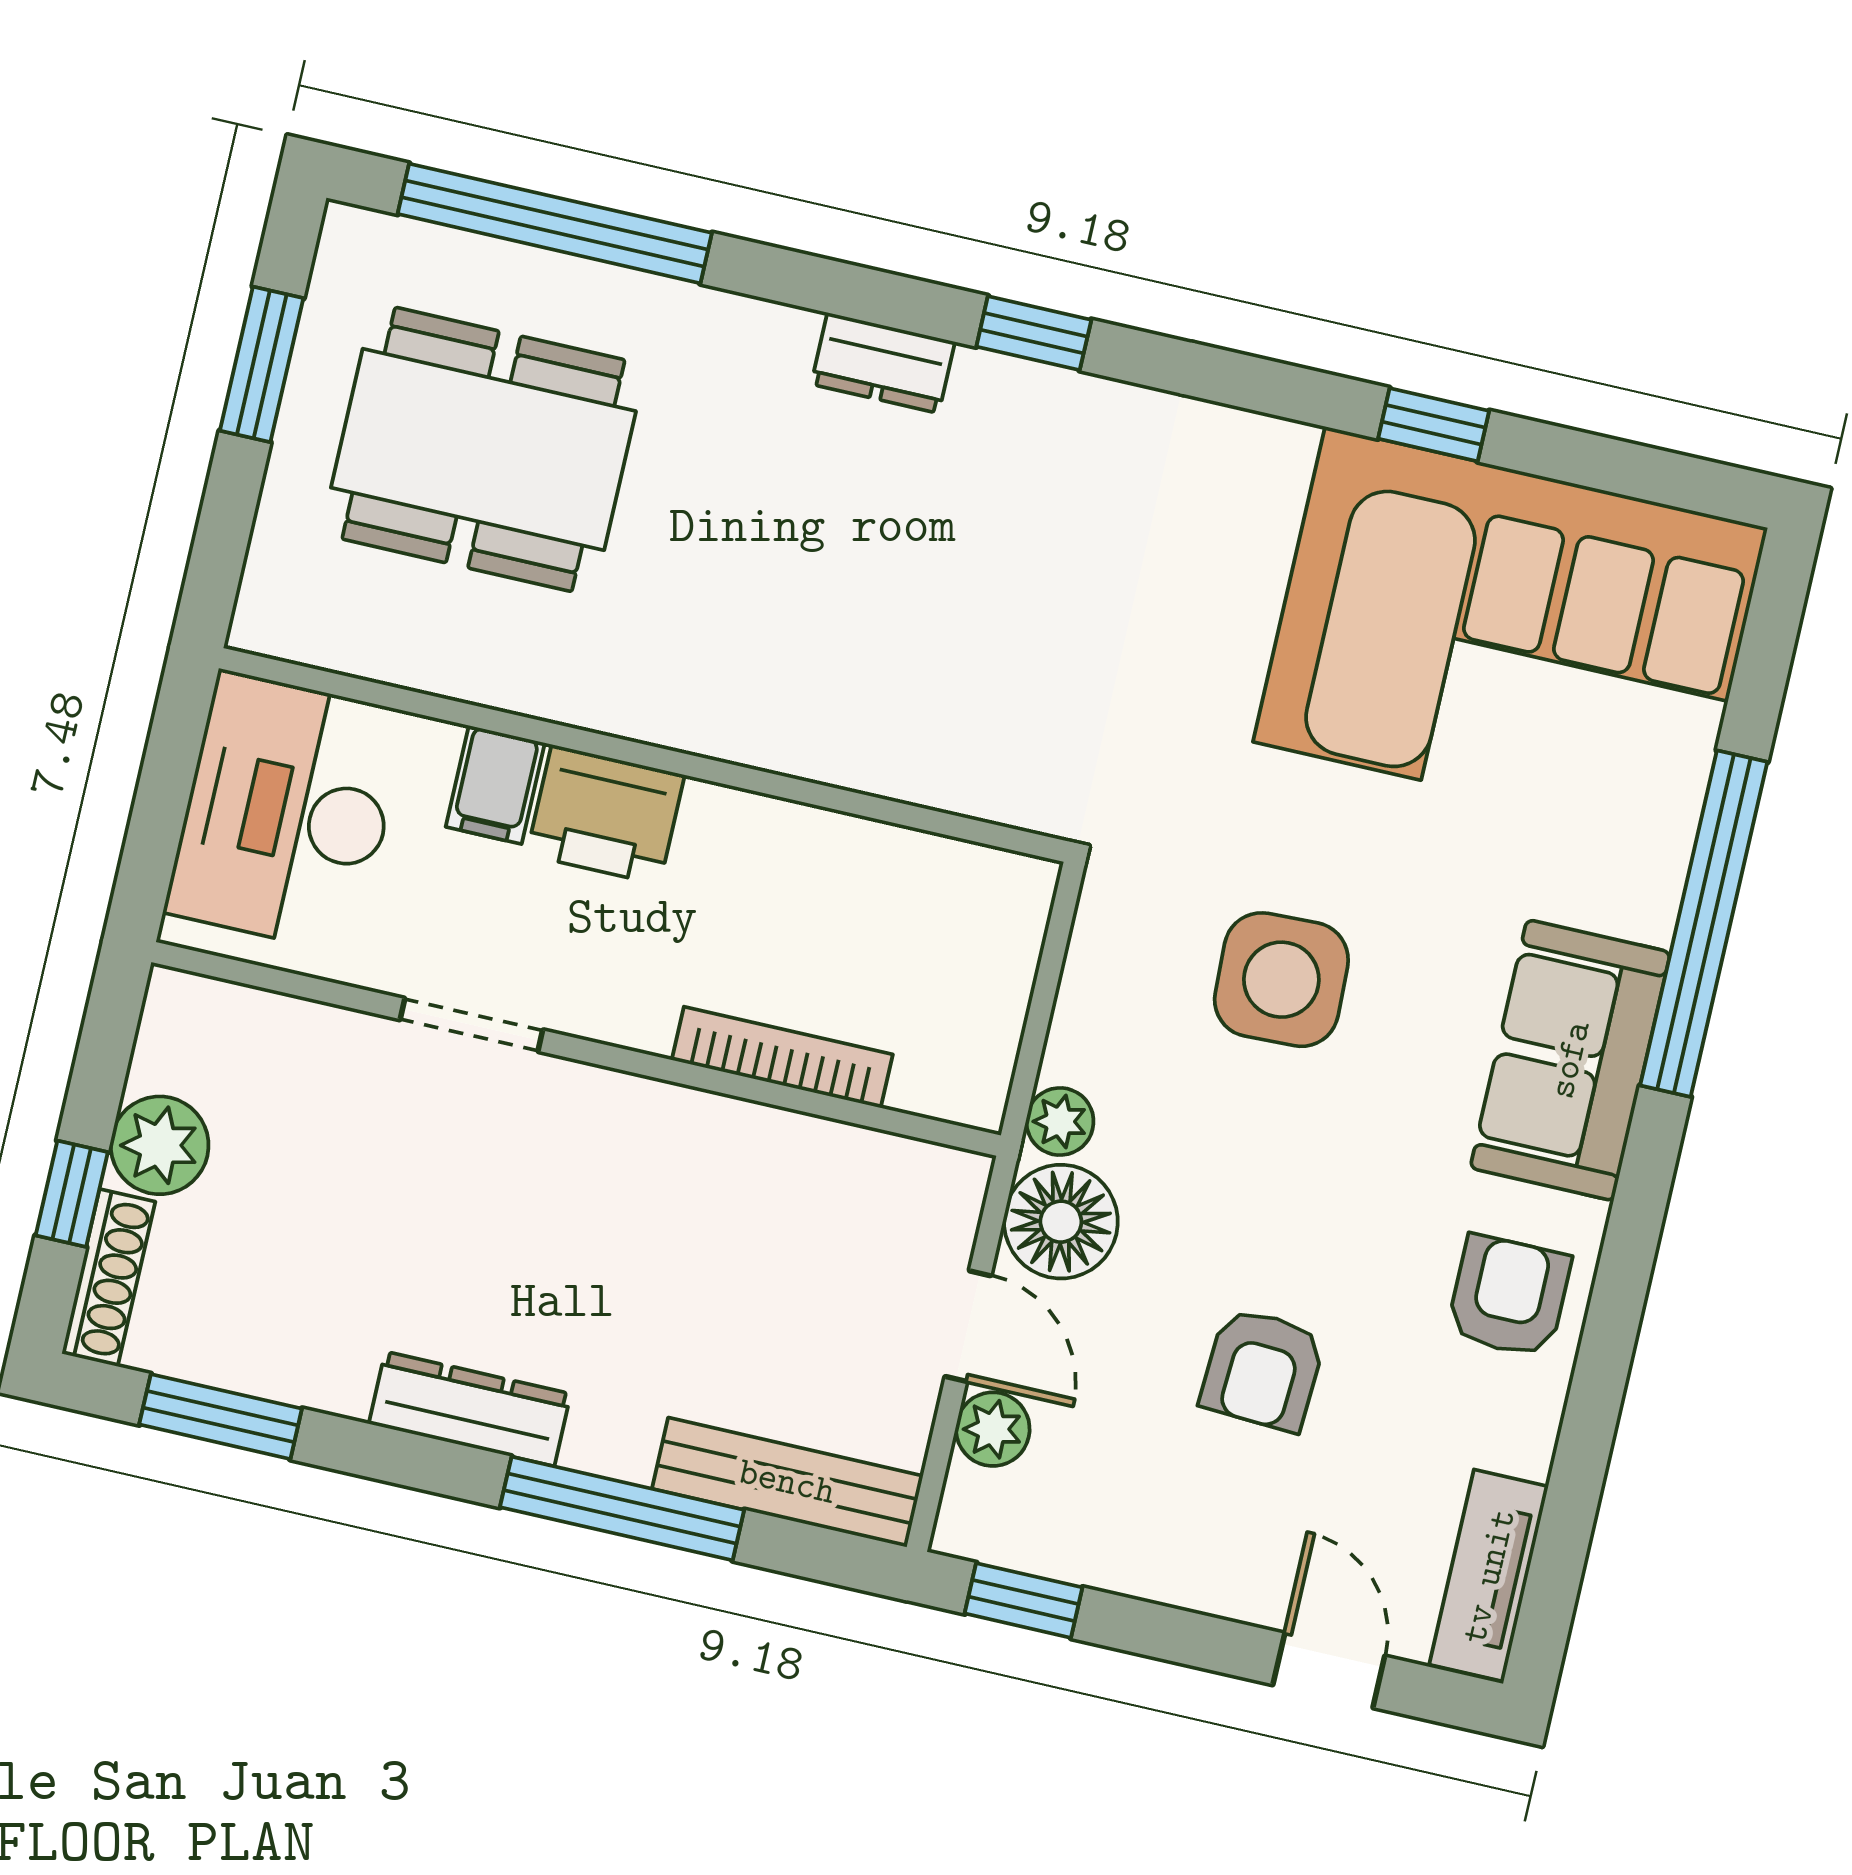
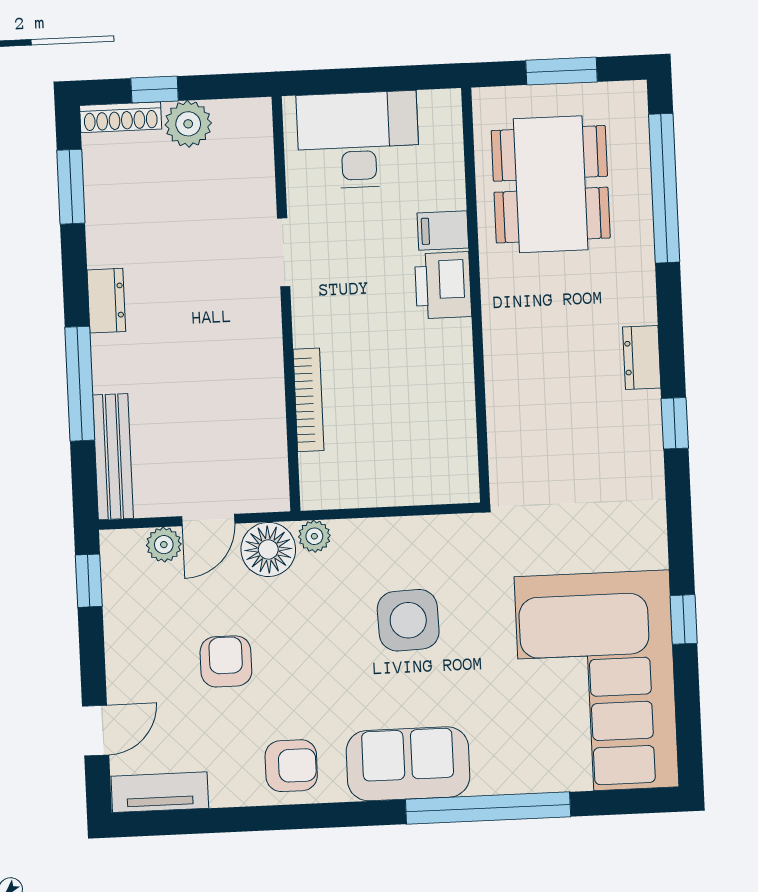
wall: (643, 755) -> (476, 295), moved
filing cabinet: (495, 785) -> (443, 230), moved
printer: (606, 815) -> (443, 285), moved
armchair: (1263, 1369) -> (226, 661), turned 87
dresser: (470, 1409) -> (106, 301), width x0.70

